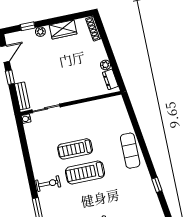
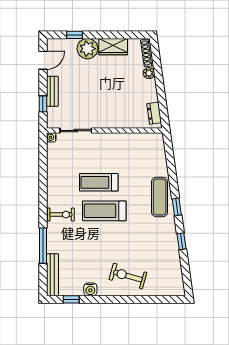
plant: (40, 32) -> (87, 49), width x1.88, depth x1.88
plant: (105, 65) -> (149, 73), moved
window: (10, 77) -> (43, 104), moved
bench: (22, 96) -> (52, 91), moved
window: (147, 156) -> (177, 207), added

